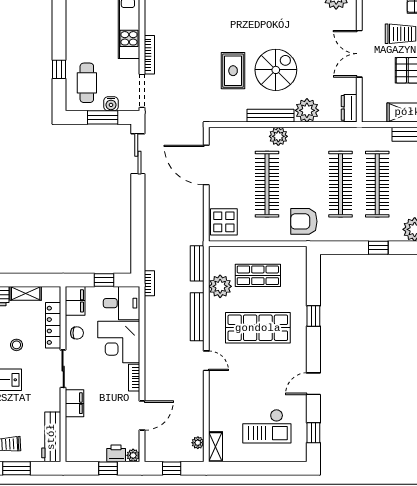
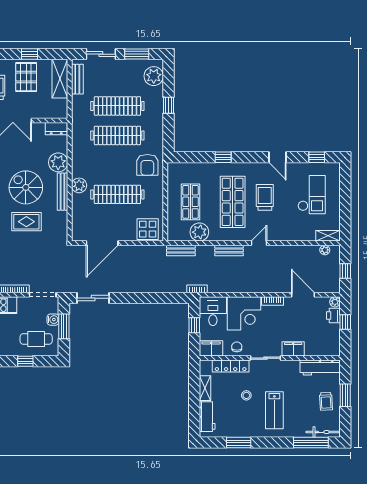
bench: (197, 317) -> (229, 250), width x0.73
trolley: (263, 368) -> (265, 197), added

